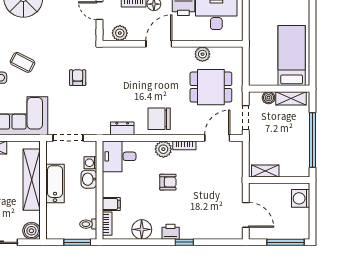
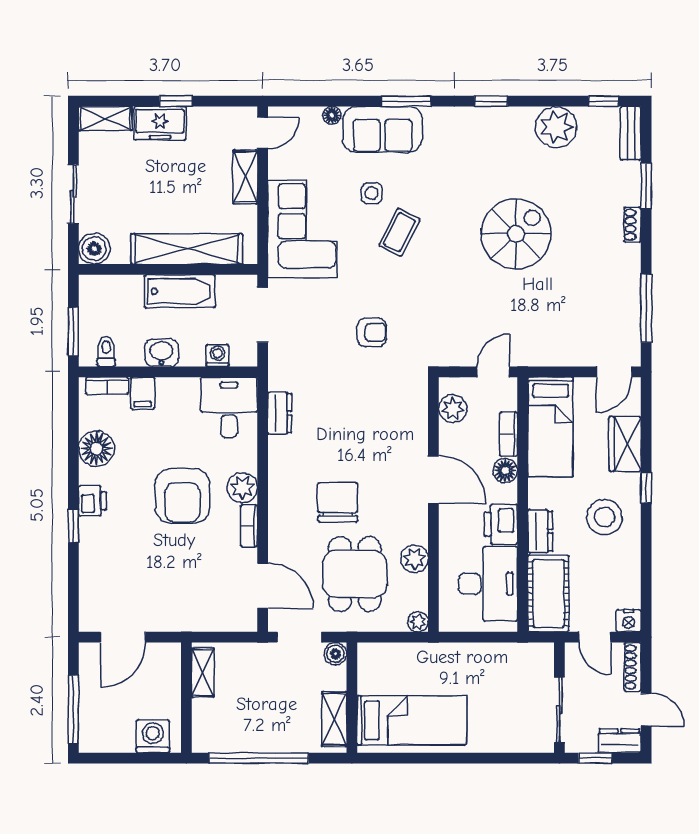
plant: (237, 52) -> (418, 622), added
boiler: (269, 98) -> (335, 654), moved
chair: (159, 119) -> (338, 502), moved
washbasin: (89, 179) -> (161, 353), moved
armchair: (168, 182) -> (182, 496), width x1.88, depth x1.88

